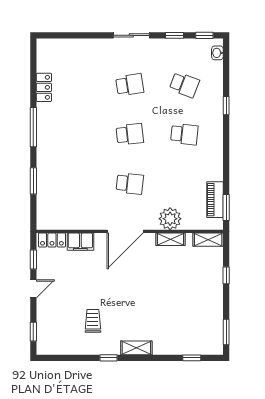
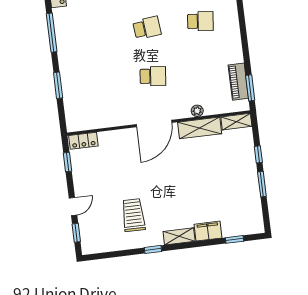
plant: (170, 219) -> (197, 111), width x0.53, depth x0.53
shelving: (170, 239) -> (200, 128), width x1.50, depth x1.33
filing cabinet: (80, 242) -> (208, 231), moved, turned 180
door: (33, 289) -> (73, 207), moved
trolley: (93, 321) -> (133, 215), width x1.36, depth x1.39
window: (226, 332) -> (262, 184), moved

